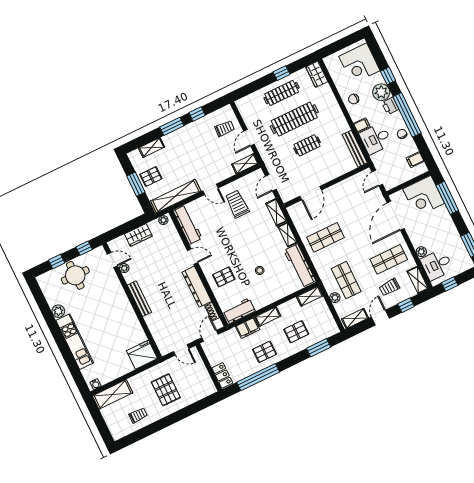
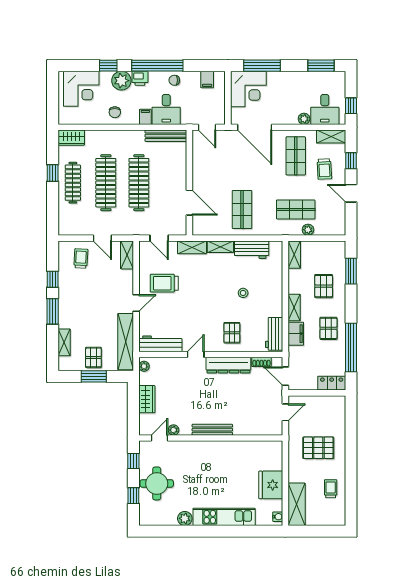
clothes rail: (307, 145) -> (139, 183), width x1.86, depth x1.31
workbench: (300, 266) -> (252, 250), width x0.73
shelving: (355, 318) -> (339, 219), removed
fridge: (142, 355) -> (271, 485), moved

